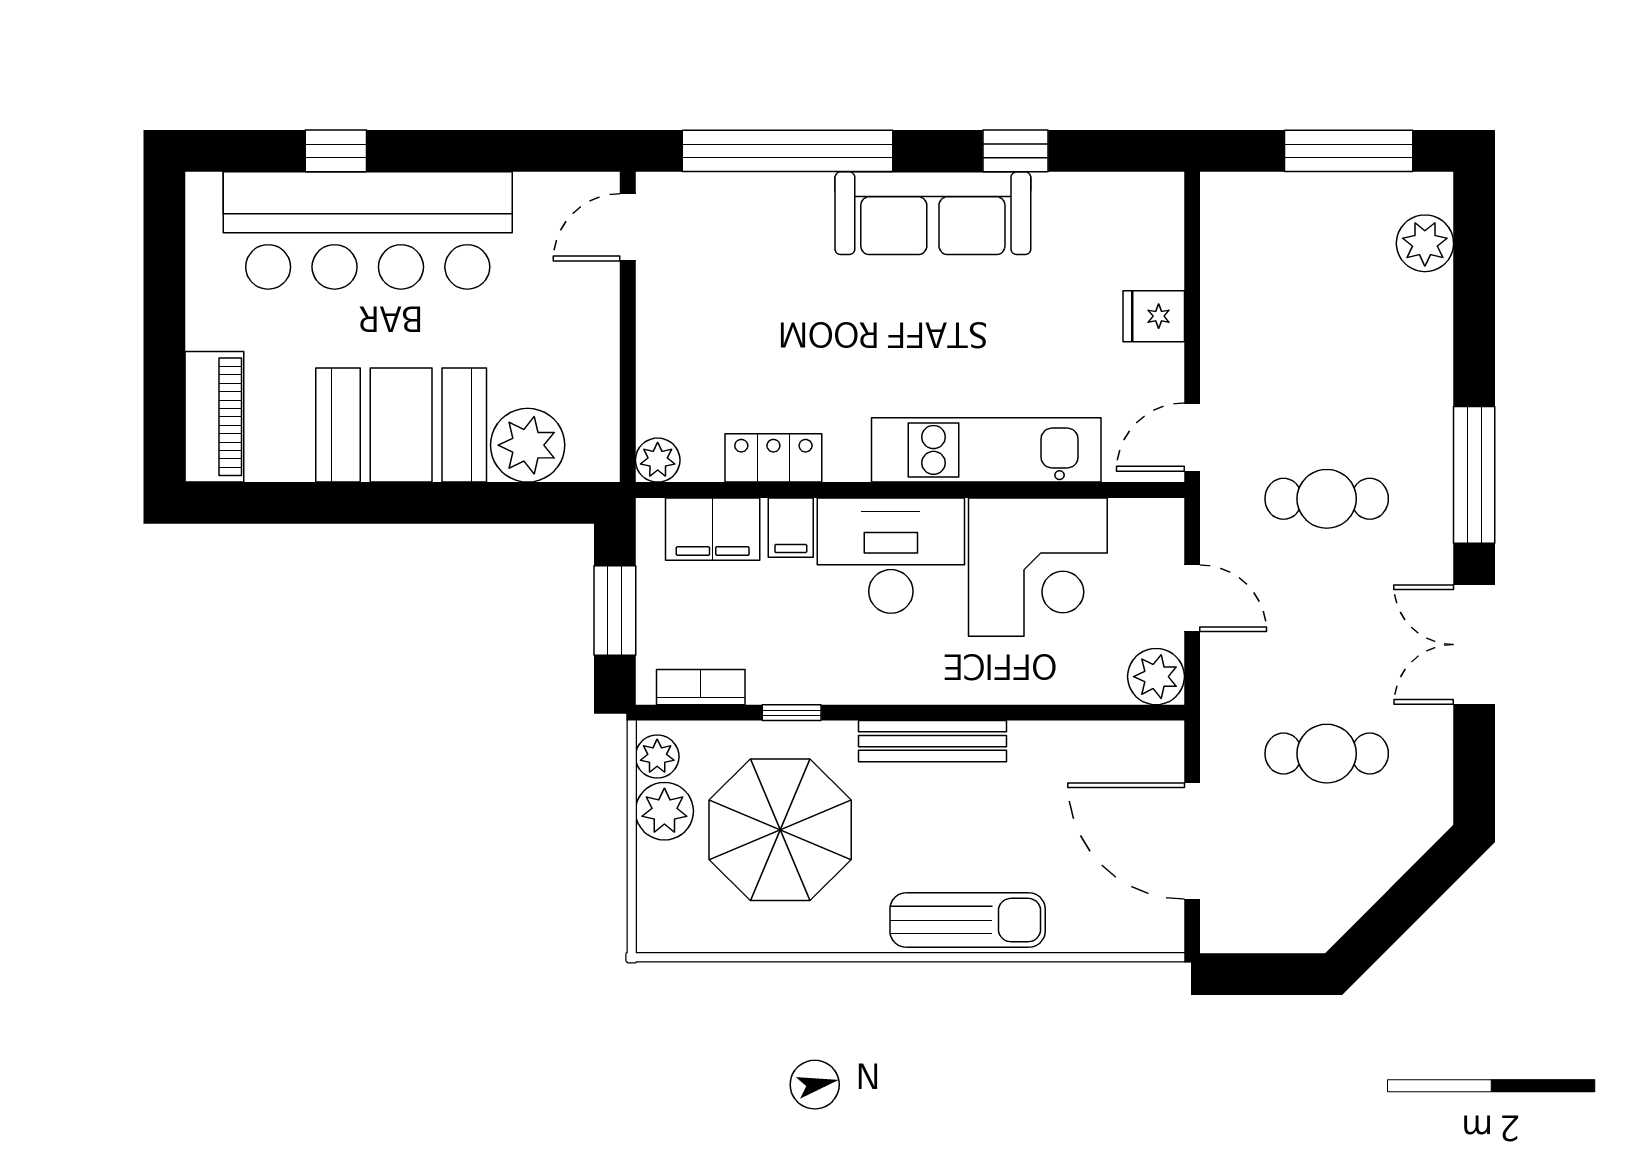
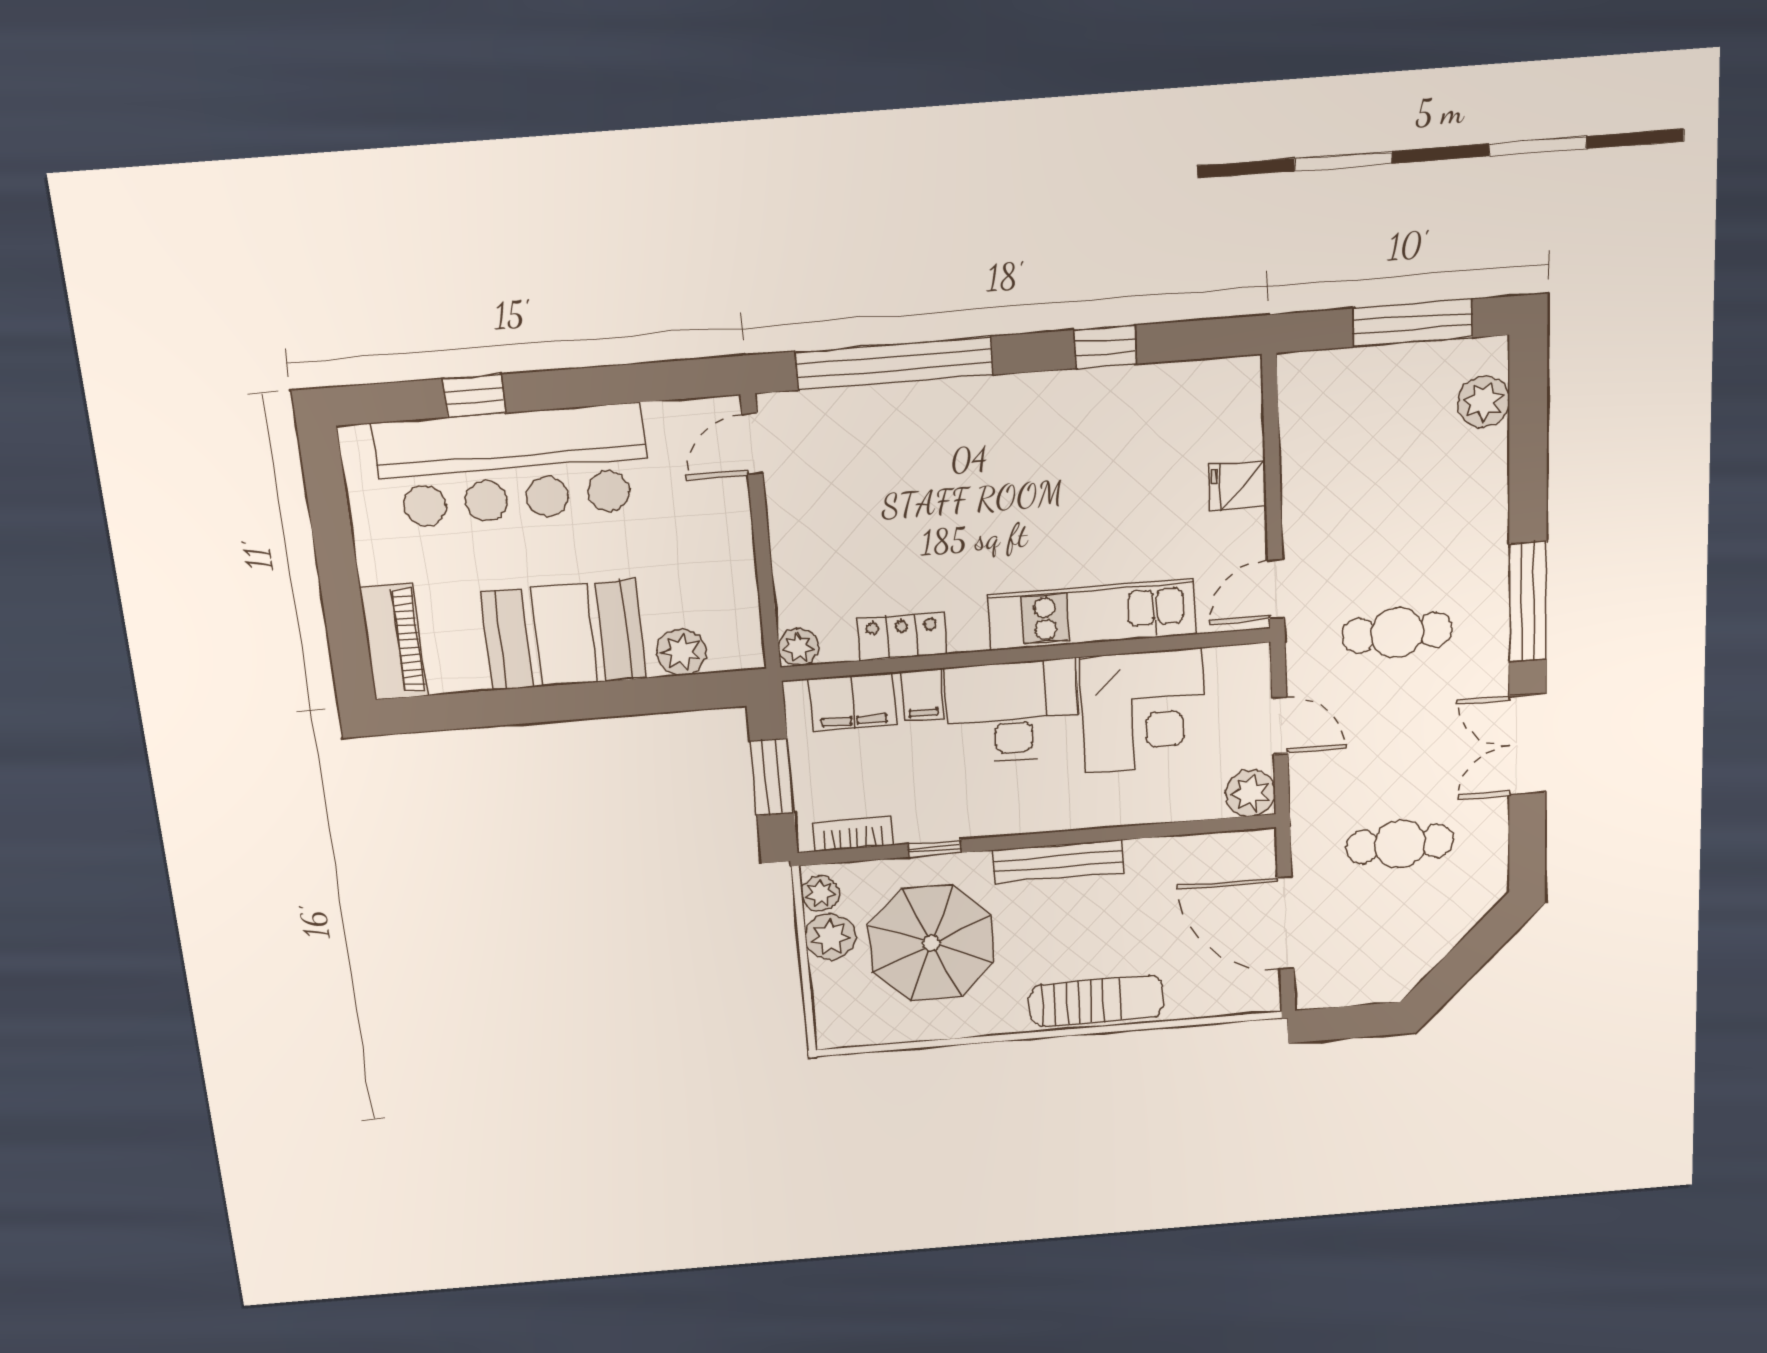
sofa: (933, 213) -> (1032, 410), removed
plant: (528, 445) -> (681, 652), width x0.73, depth x0.73

